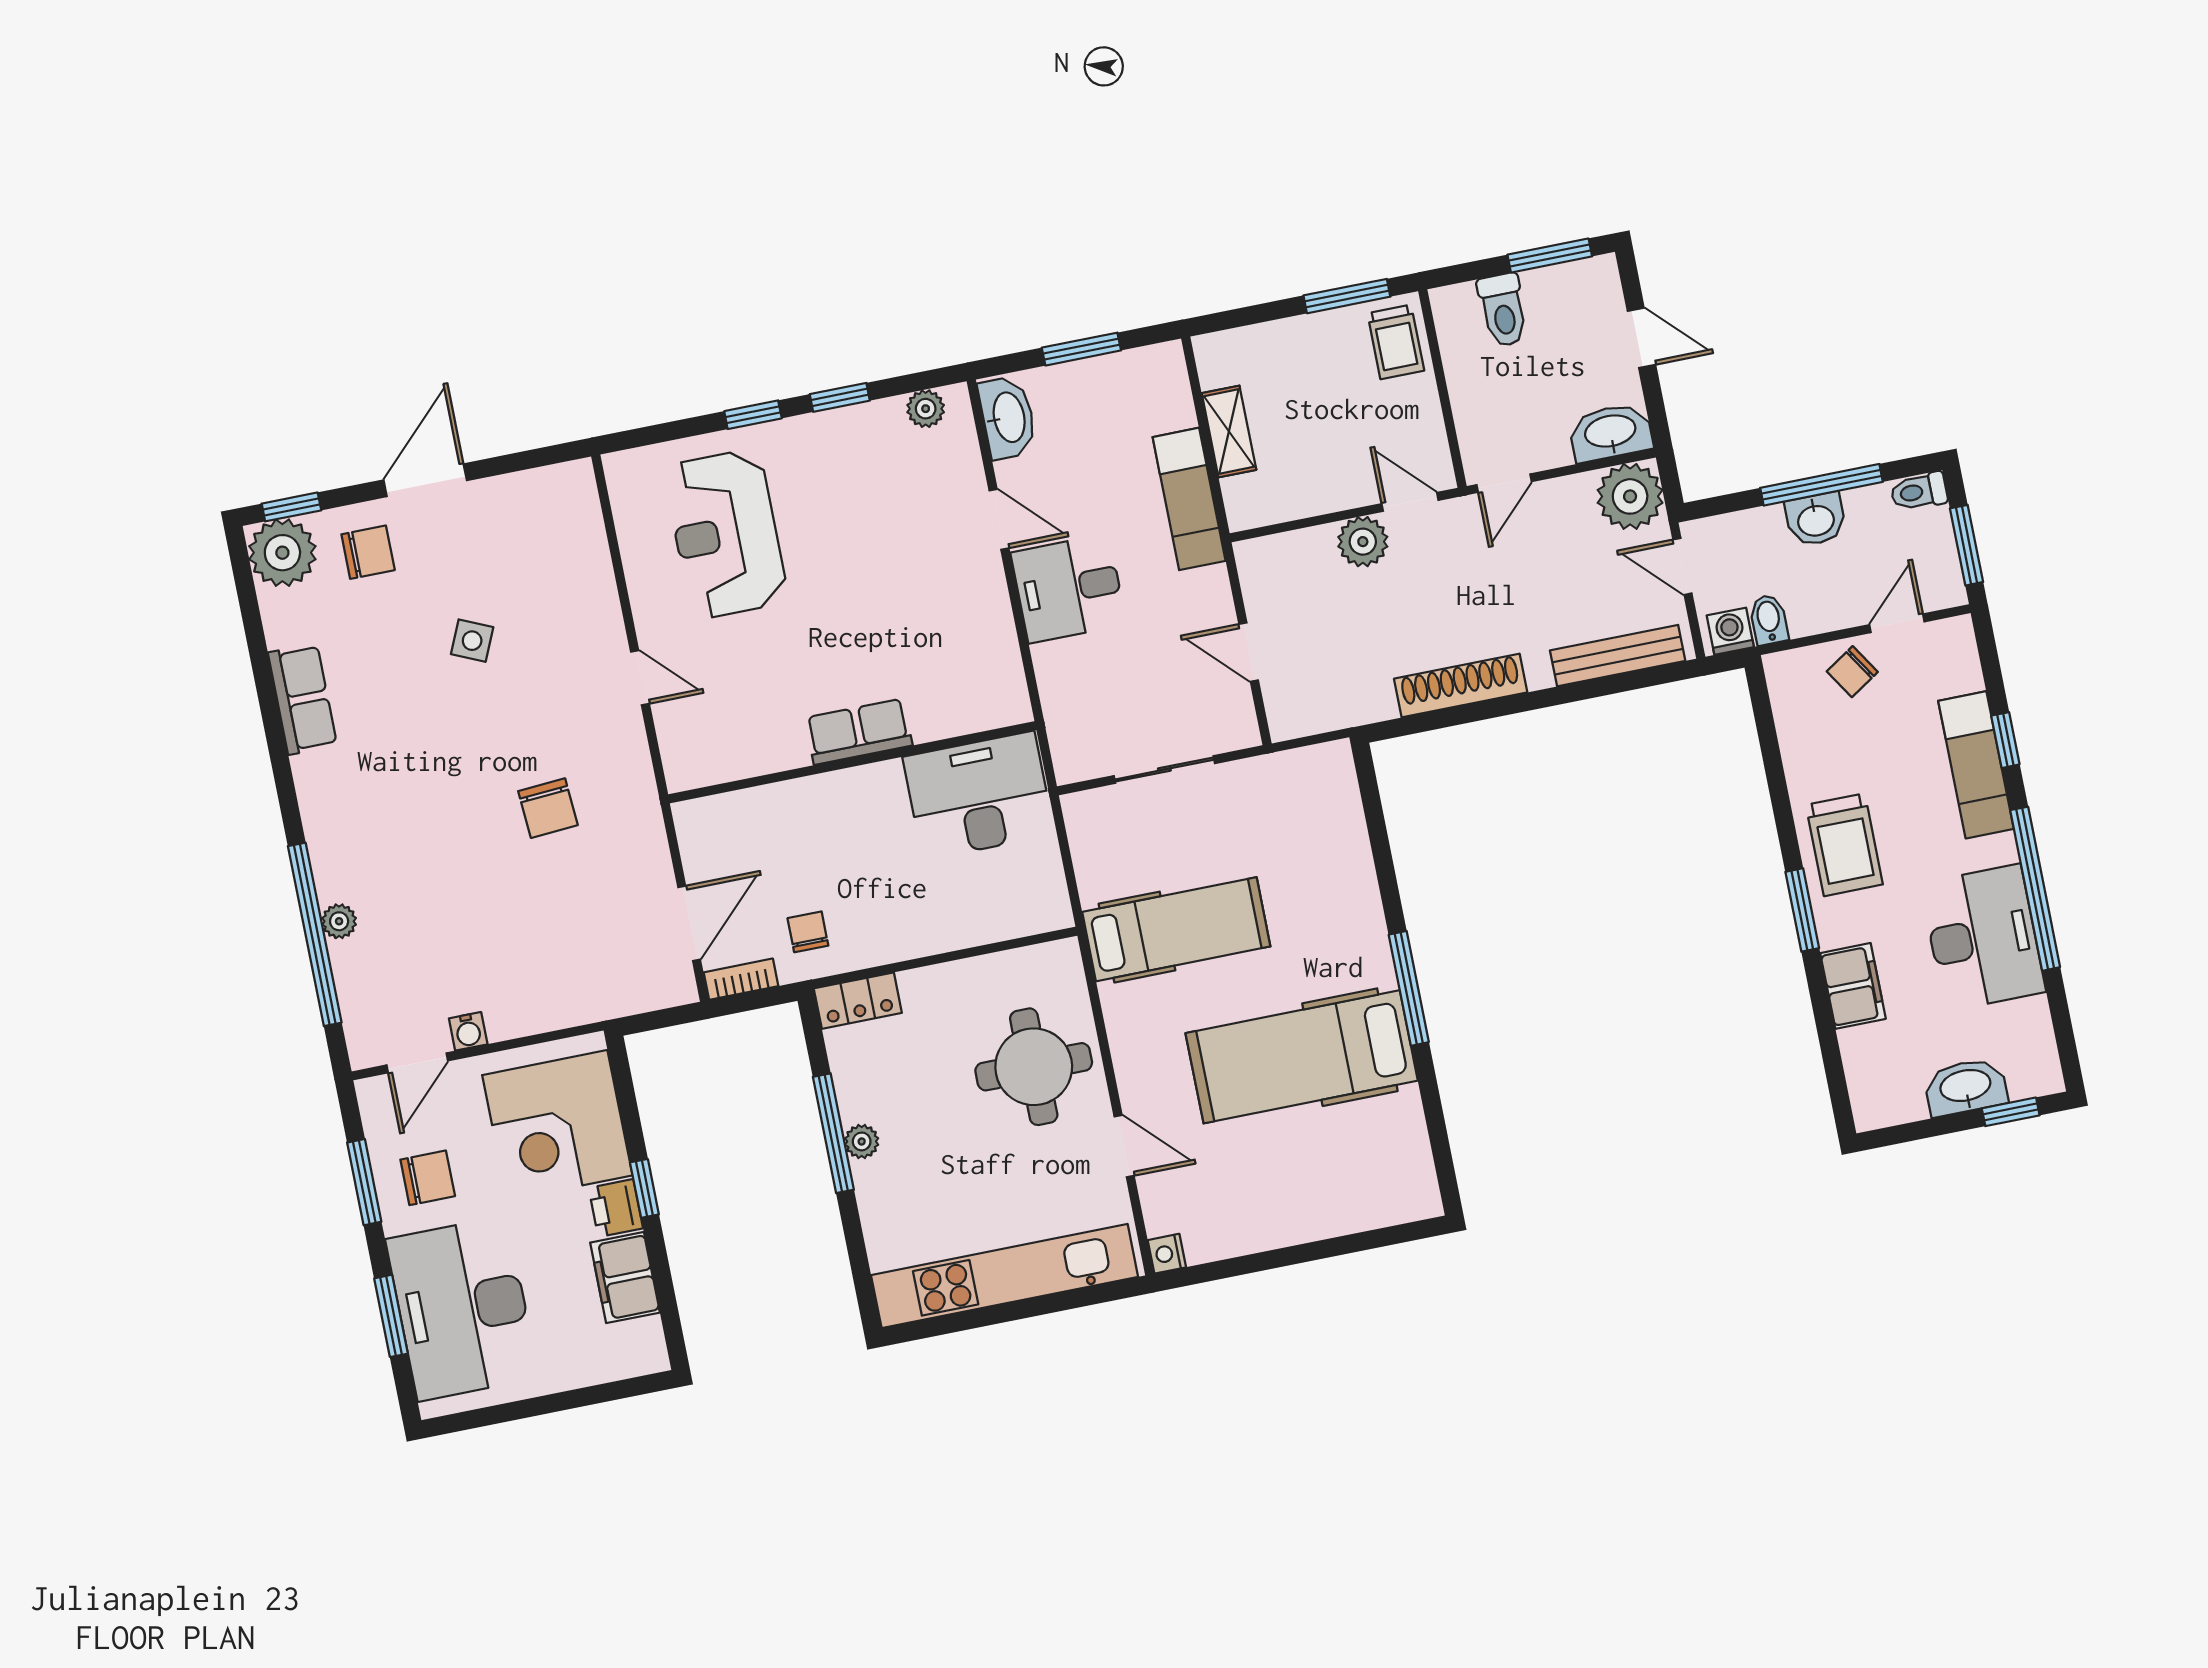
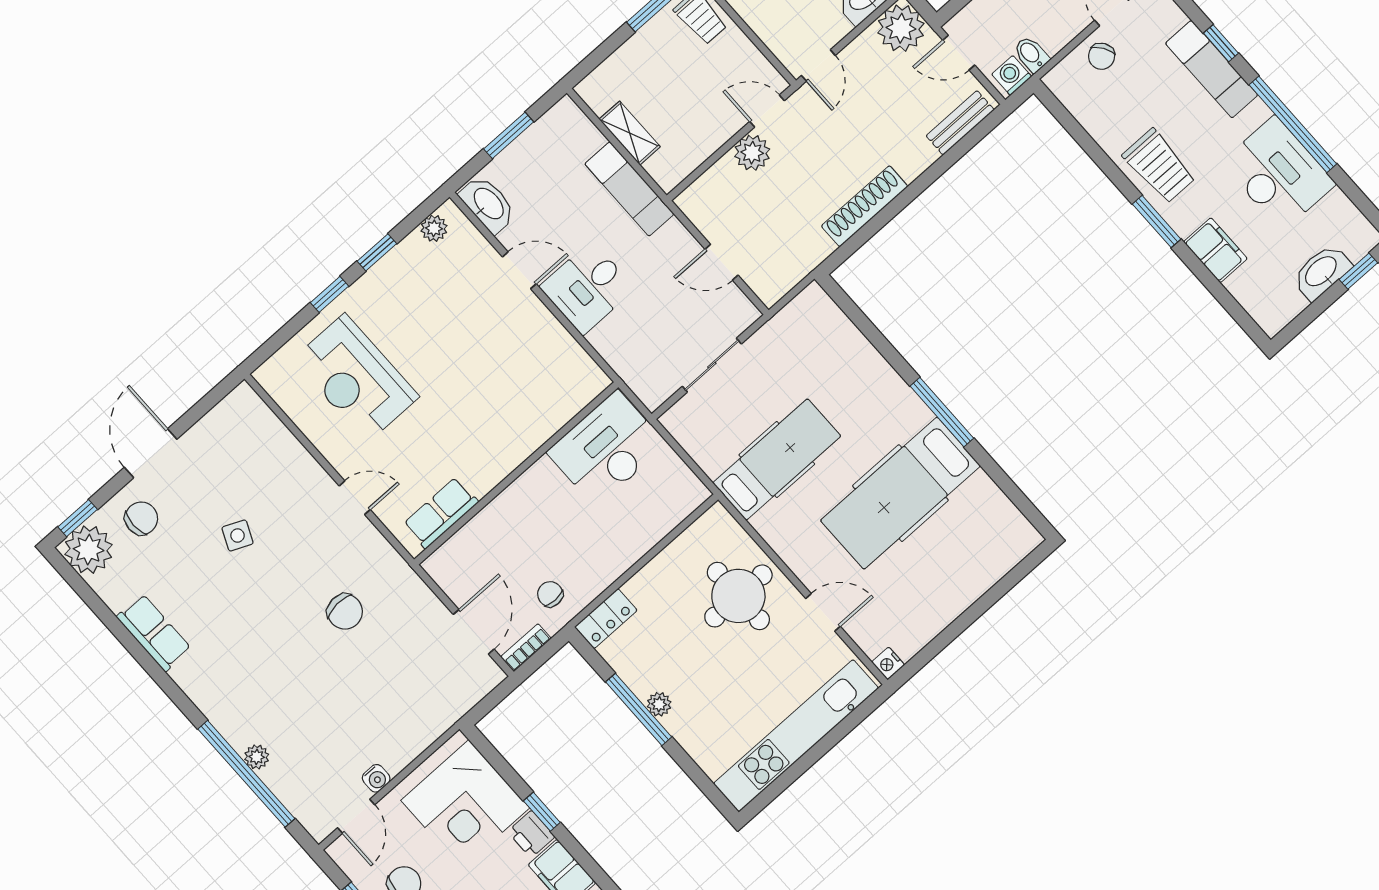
bench: (1618, 656) -> (960, 123), width x0.73
row of seats: (859, 732) -> (441, 513), moved

